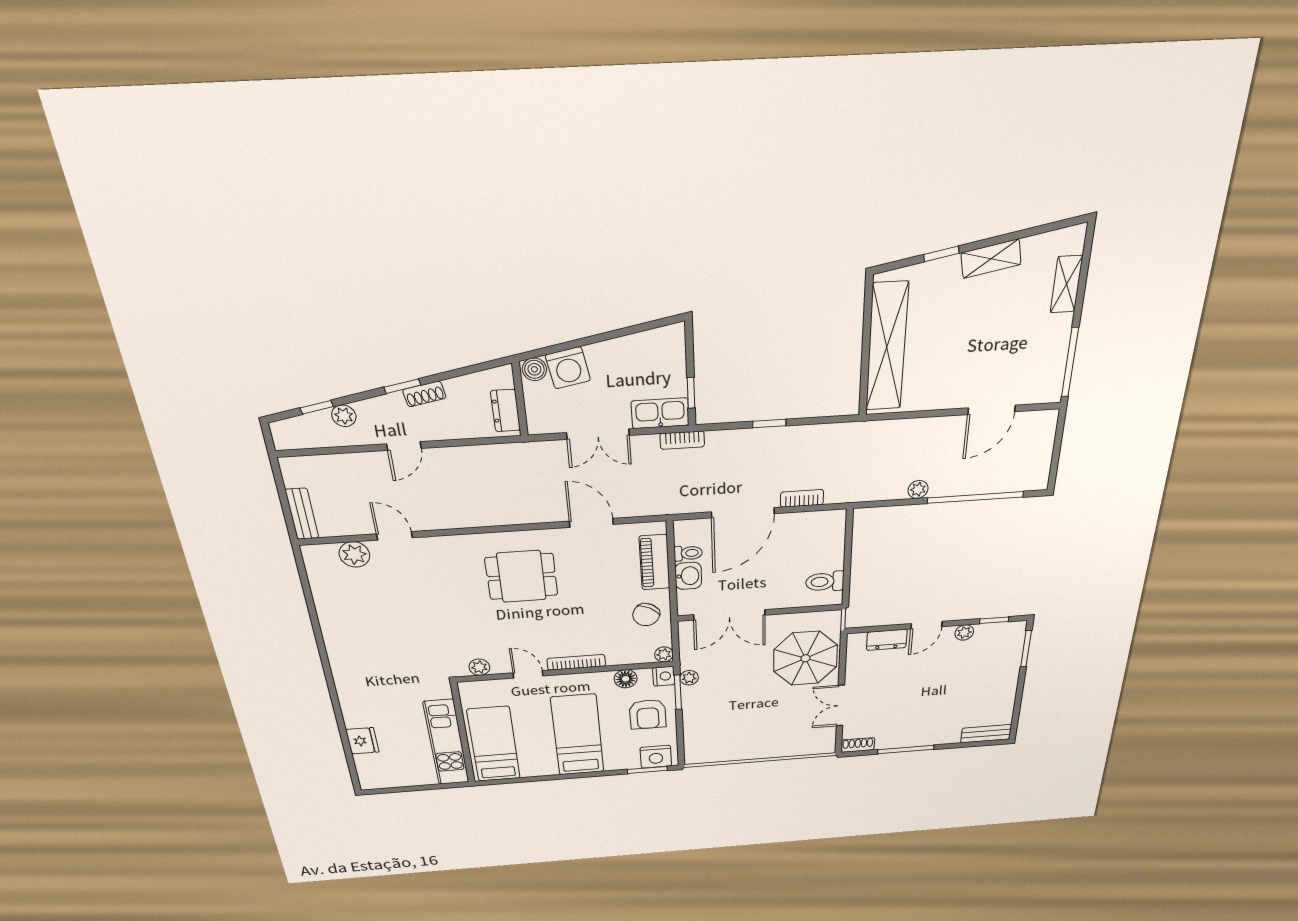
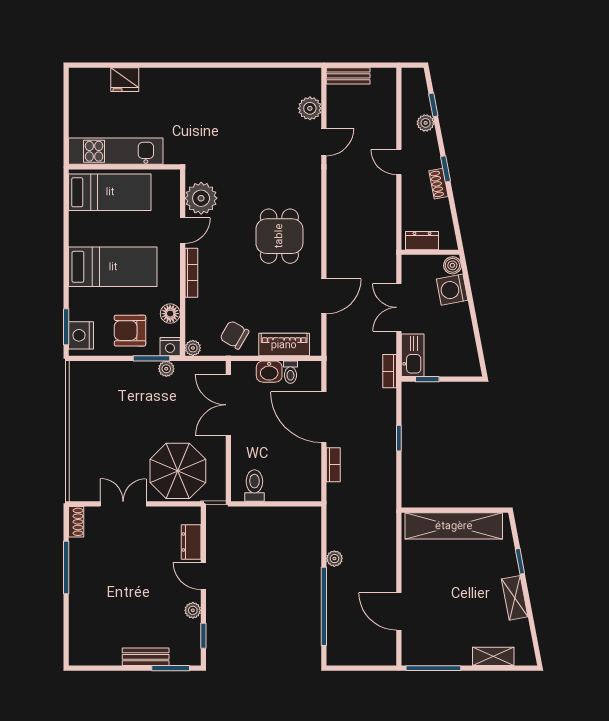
plant: (479, 667) -> (201, 198), width x1.88, depth x1.88
bench: (986, 734) -> (146, 657), moved, turned 90

